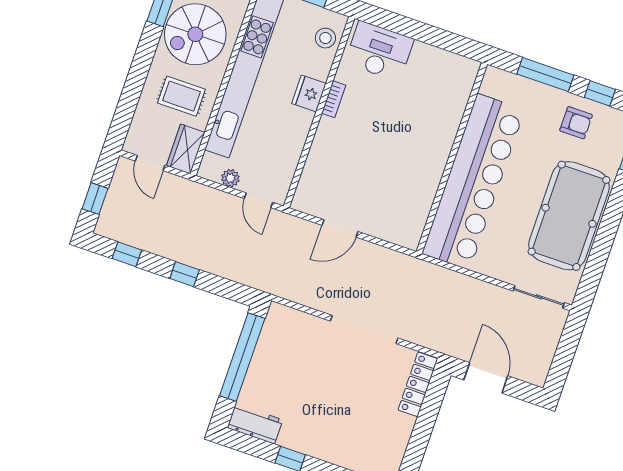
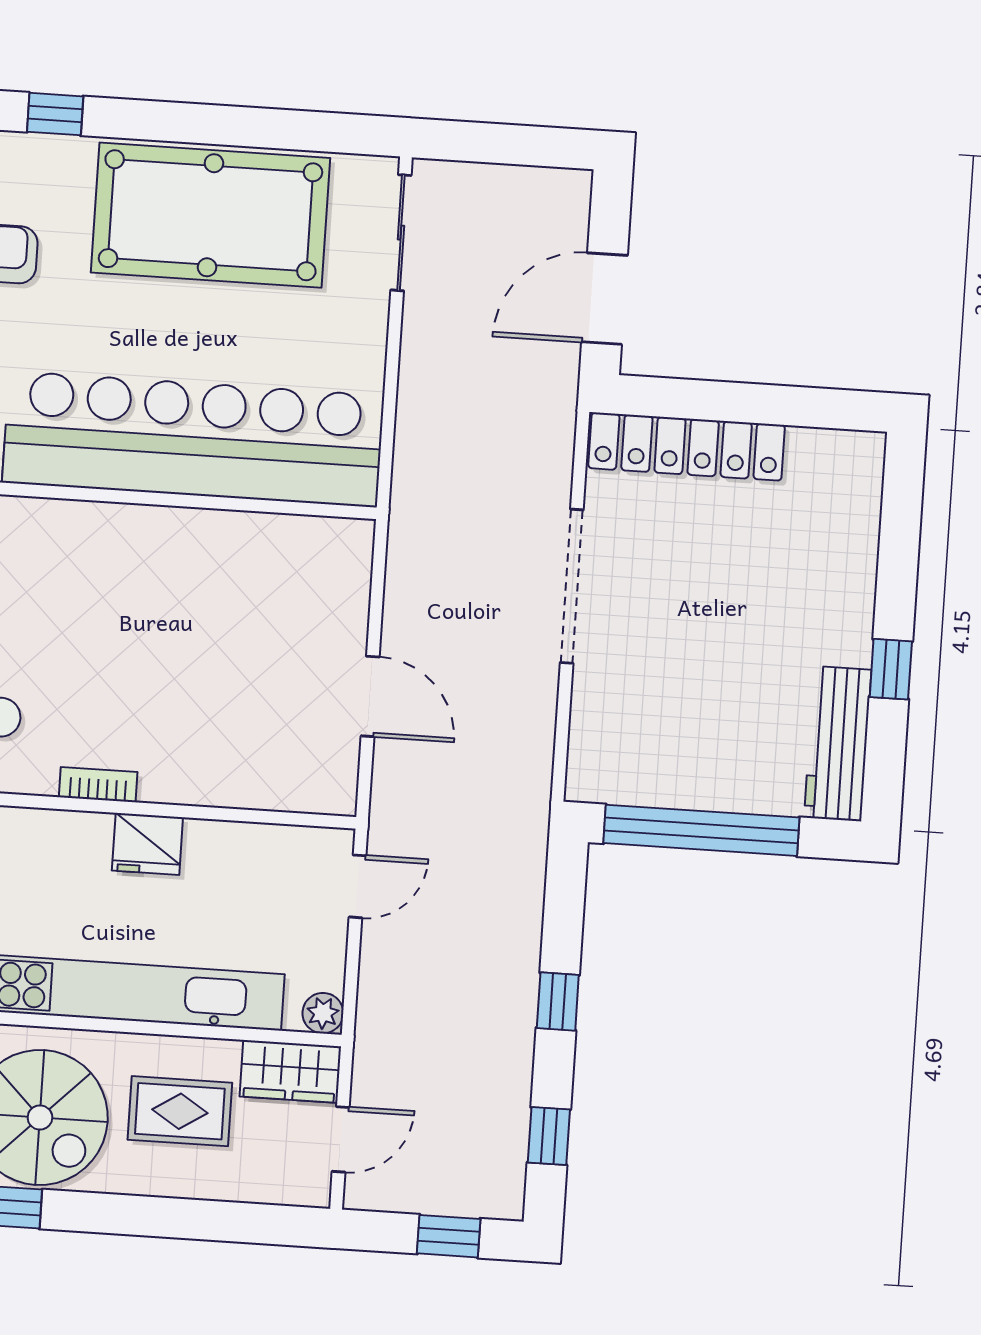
fridge: (309, 93) -> (147, 844), moved
rug: (181, 96) -> (180, 1111), turned 90
plant: (230, 178) -> (323, 1013), moved
locker: (418, 384) -> (687, 447), width x1.41, depth x1.21
workbench: (255, 424) -> (838, 744), width x1.38

